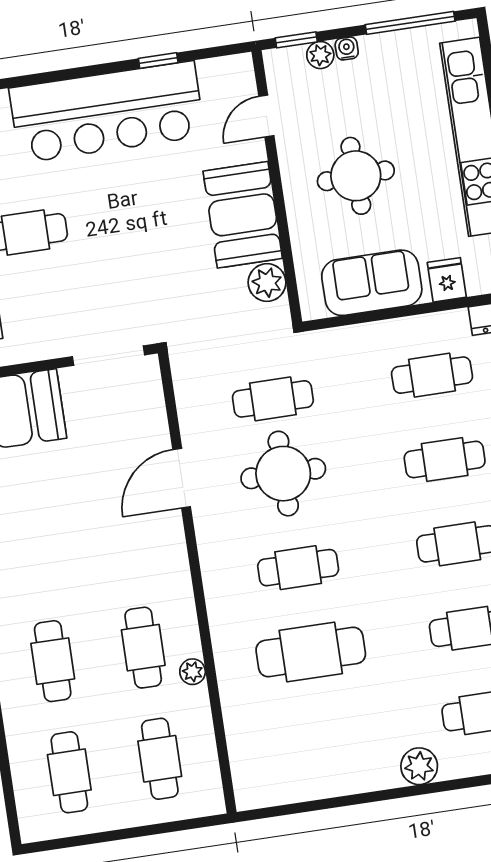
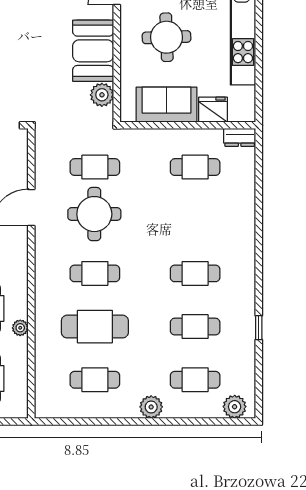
fridge: (447, 280) -> (213, 110), width x1.38
cafe table: (445, 459) -> (95, 380), moved

